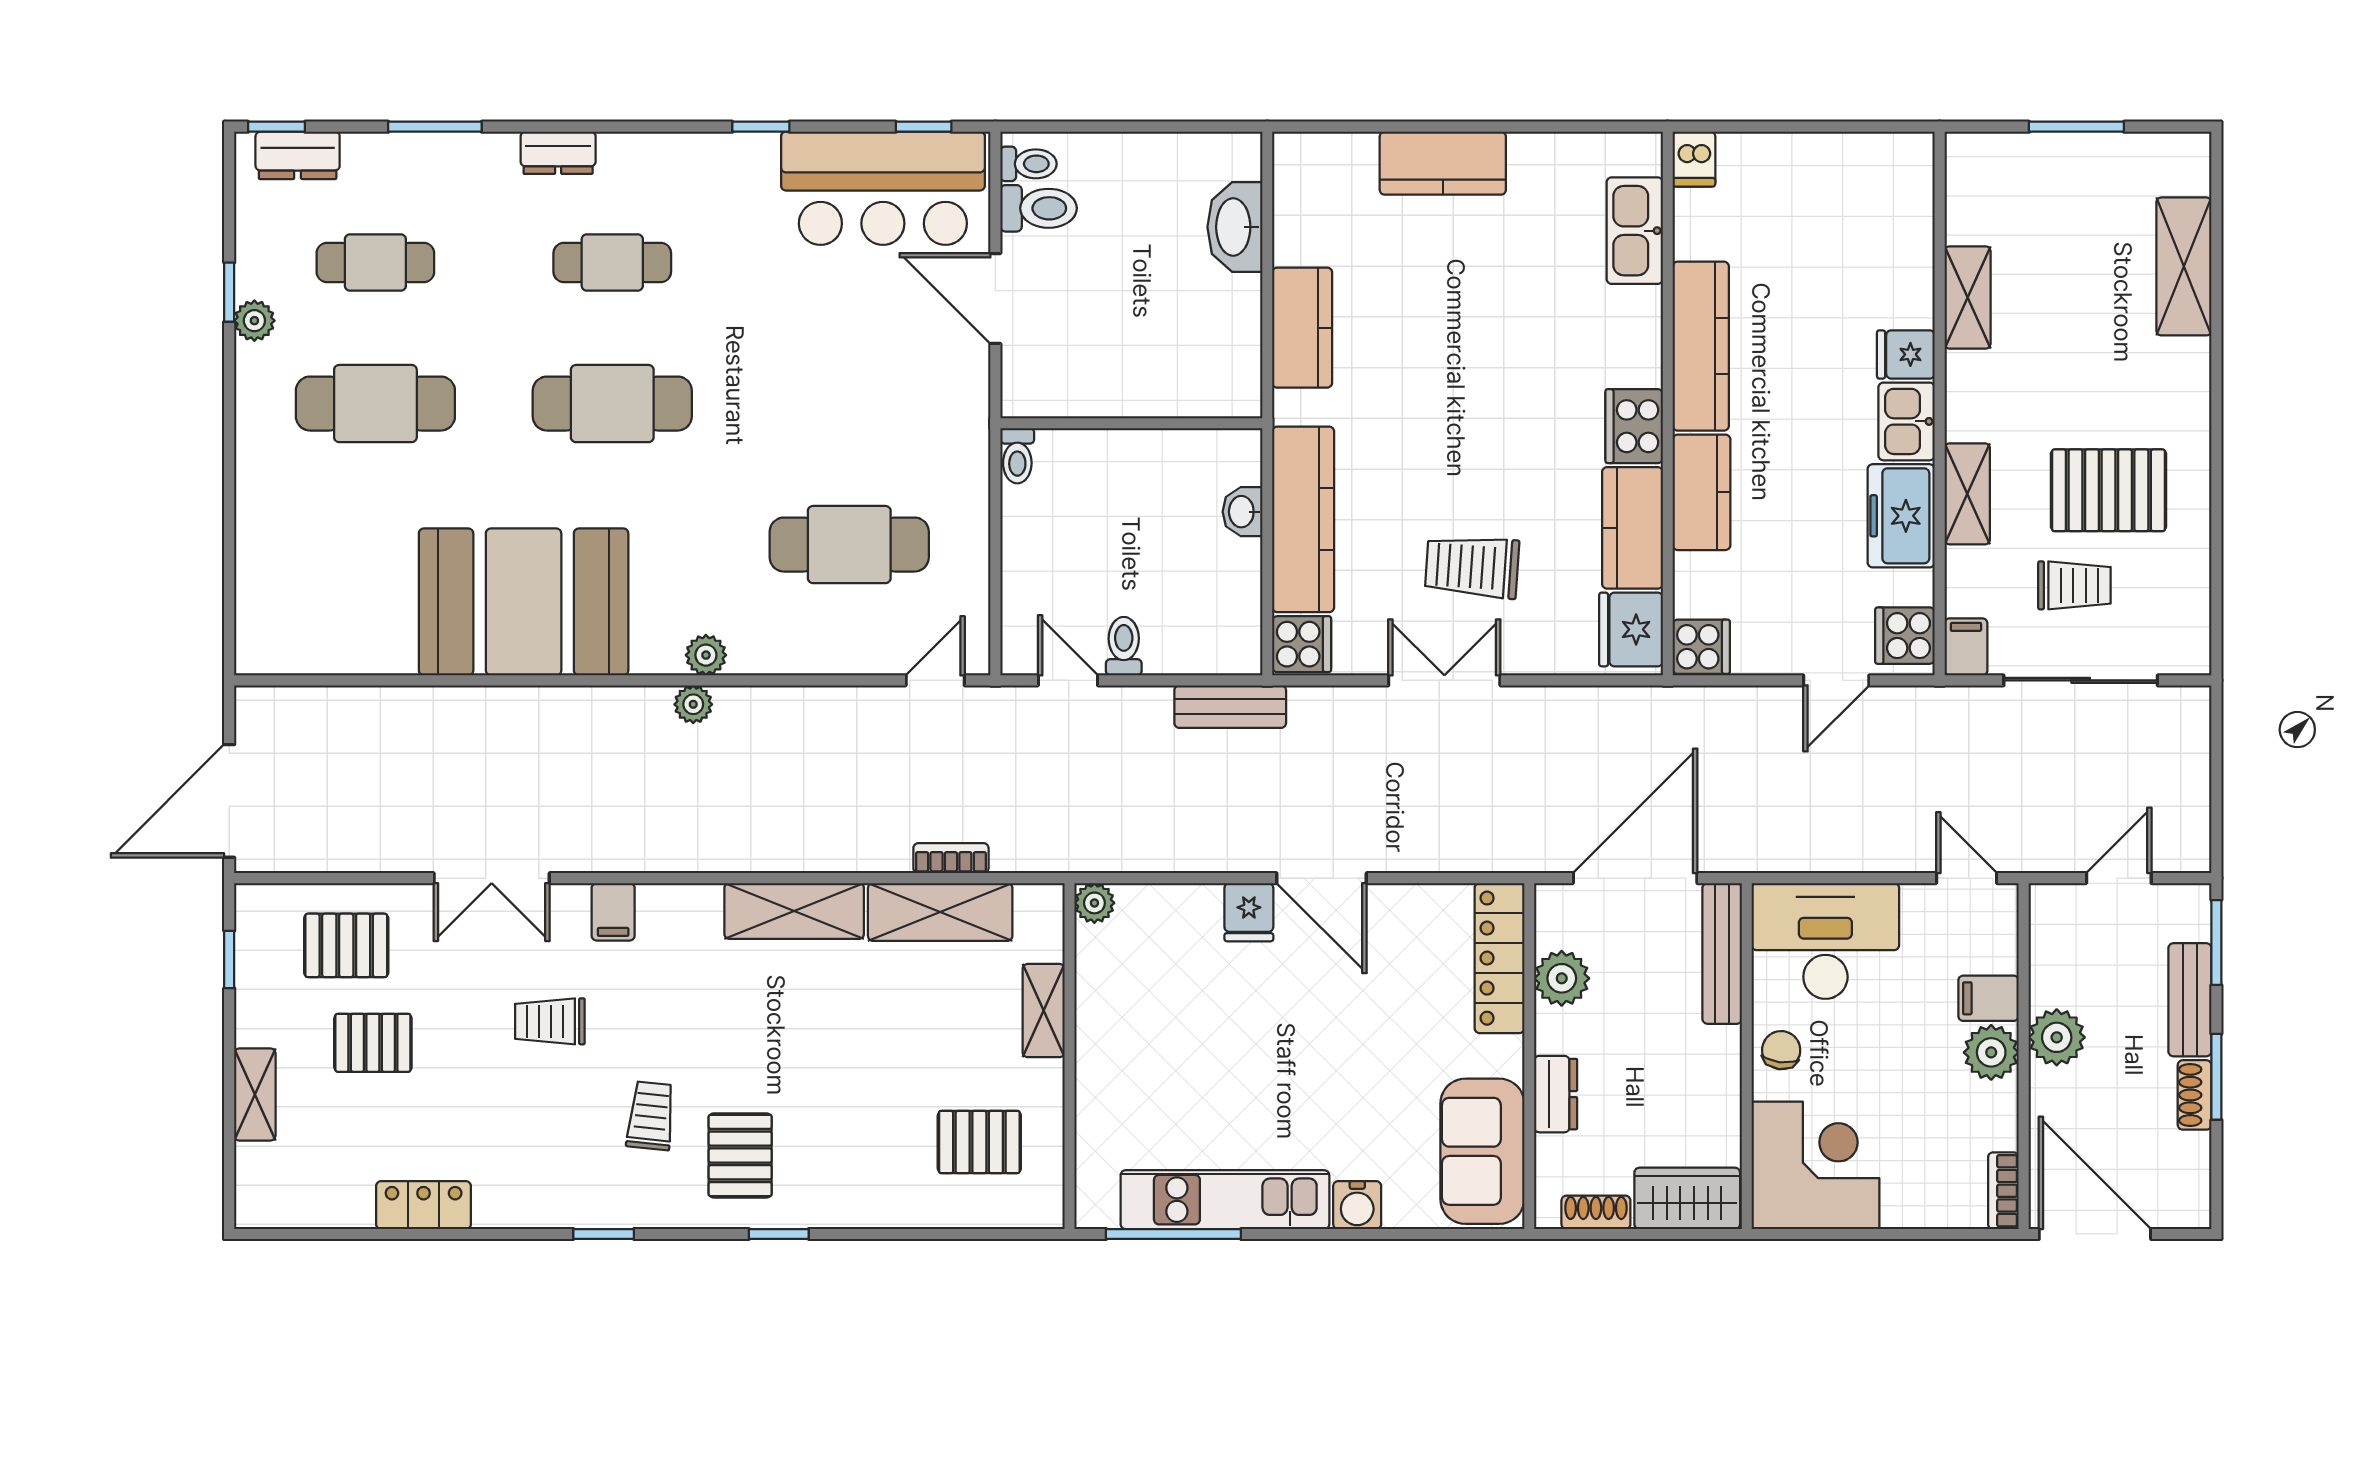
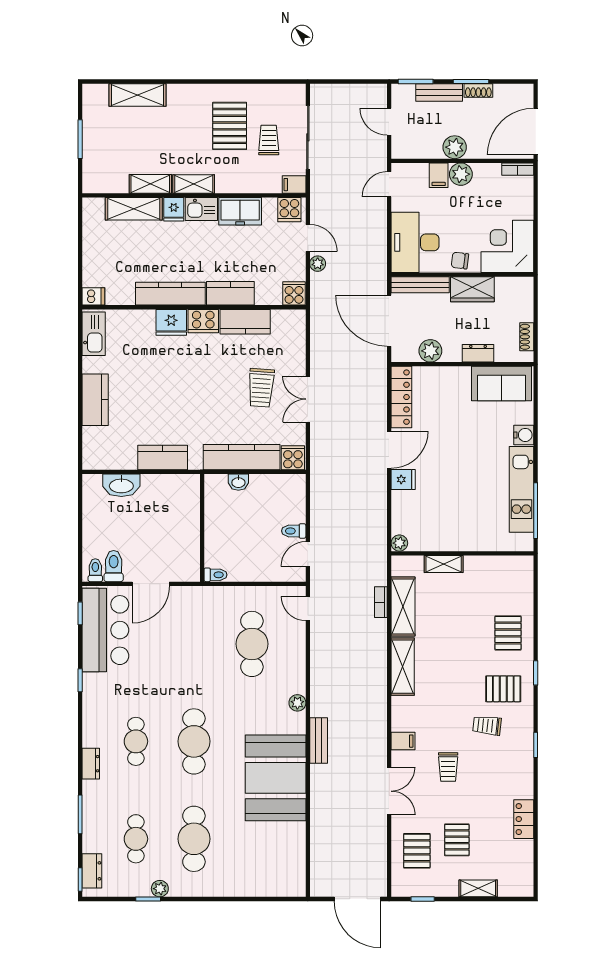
kitchen sink: (1635, 231) -> (94, 334), moved, turned -90
shelving: (1907, 257) -> (134, 209), added
shelving: (1967, 494) -> (194, 184), moved
fridge: (1631, 629) -> (171, 322), moved
plant: (693, 704) -> (318, 264), moved
bench: (1230, 707) -> (319, 741), moved
locker: (1499, 958) -> (401, 397), moved, turned -90
pallet: (979, 1142) -> (508, 633), moved
wardrobe: (1687, 1198) -> (472, 289), moved, turned -90

